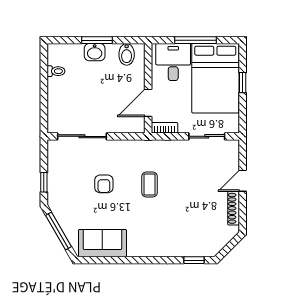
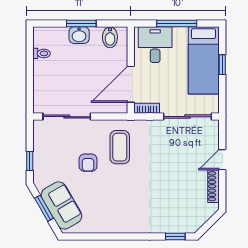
bed: (215, 78) -> (203, 60), width x0.67
door: (148, 103) -> (131, 84), width x1.36
sliding door: (207, 136) -> (188, 117), width x1.37
coffee table: (150, 185) -> (120, 147), moved, width x1.36, depth x1.30
window: (58, 231) -> (44, 208), width x0.69
sofa: (102, 243) -> (61, 205), moved, turned 60

